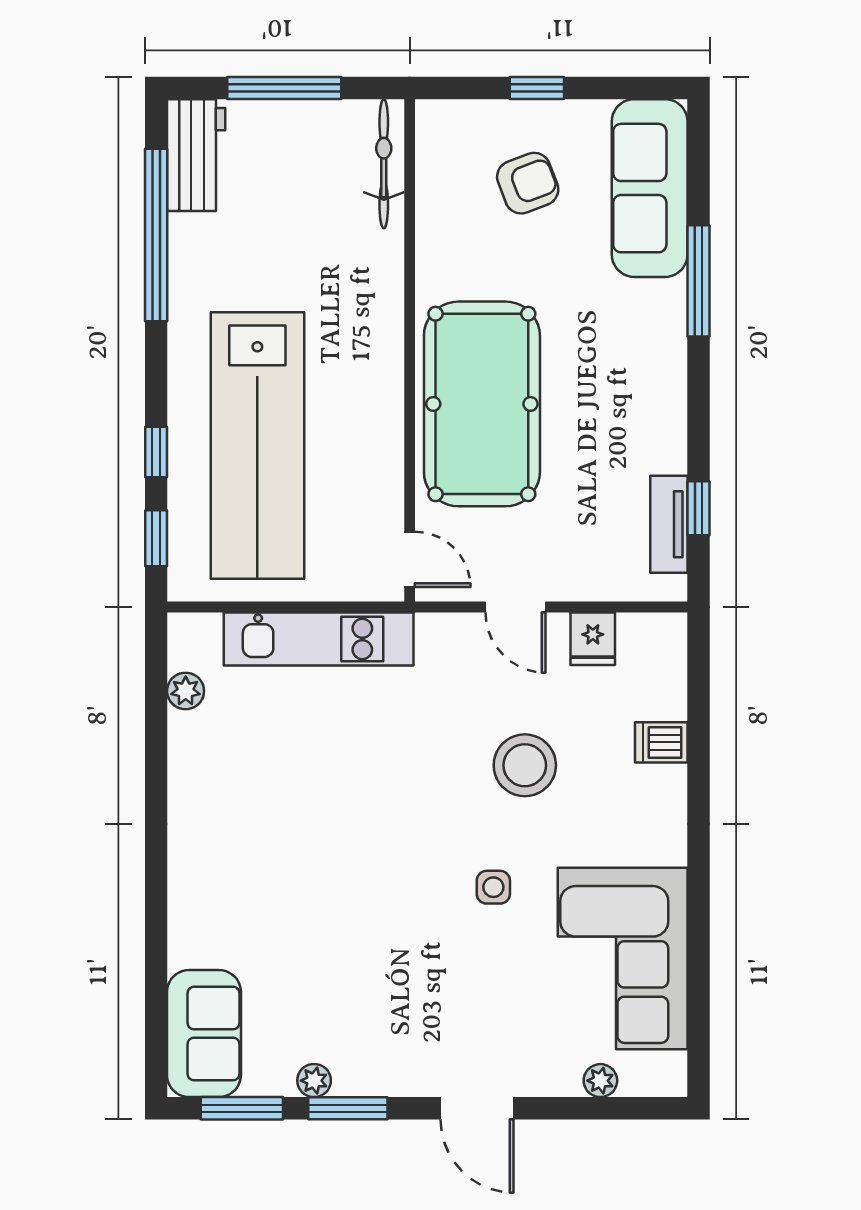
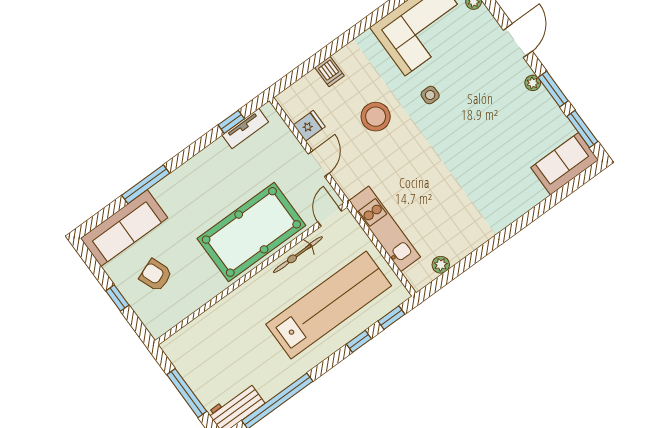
bicycle: (384, 164) -> (298, 255), moved
plant: (314, 1081) -> (533, 83), moved

